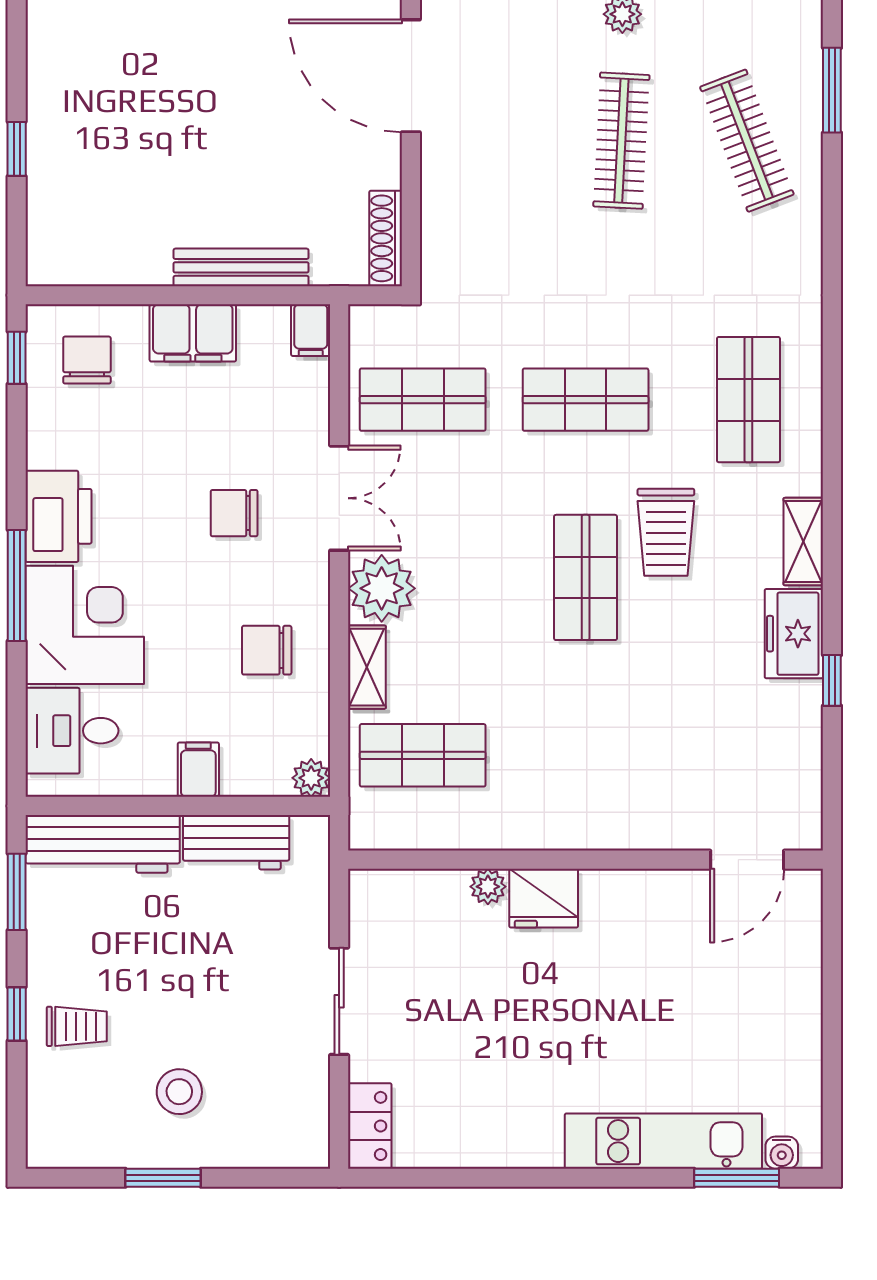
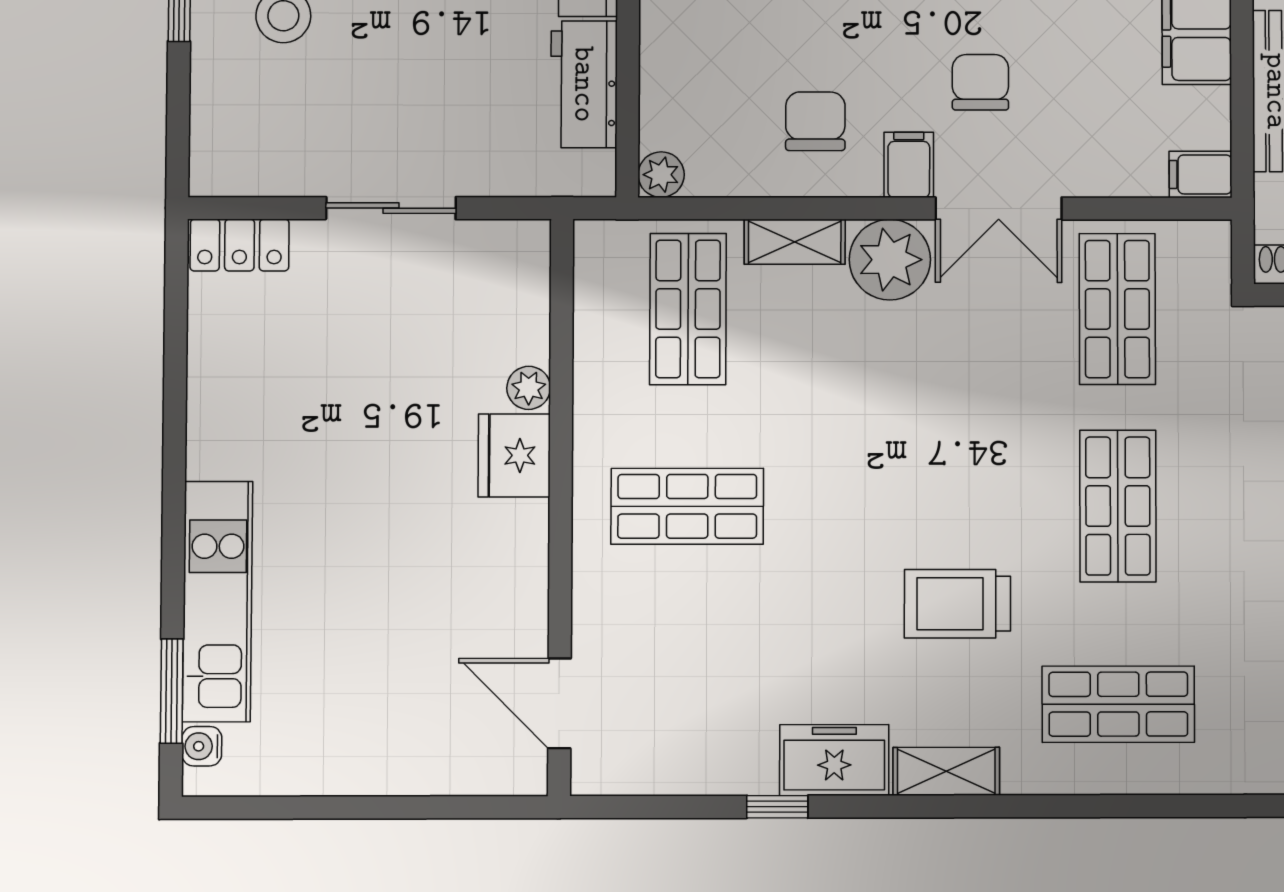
shop shelf: (586, 577) -> (687, 506), moved
filing cabinet: (198, 770) -> (909, 165), moved, turned -90

